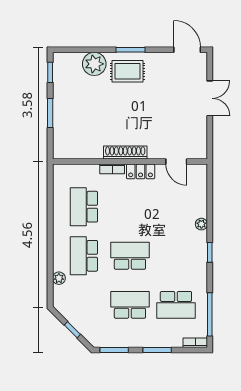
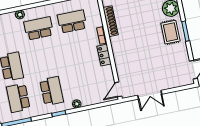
double door: (210, 98) -> (150, 95), moved
shoe rack: (125, 153) -> (110, 21), moved
door: (176, 162) -> (118, 89), moved
school desk: (130, 256) -> (52, 91), moved

